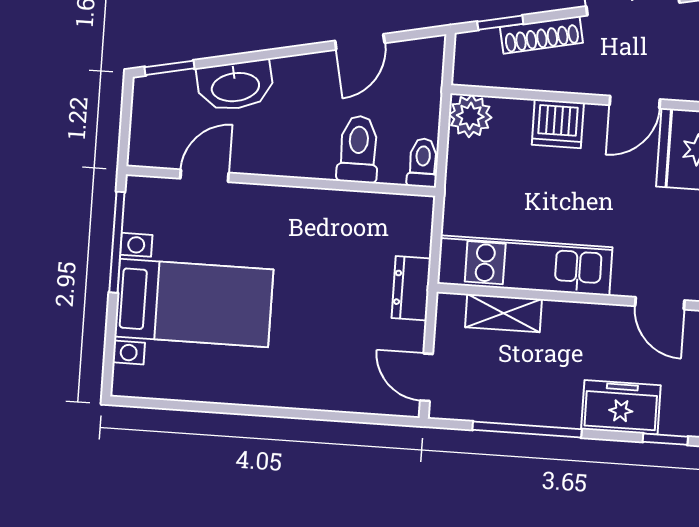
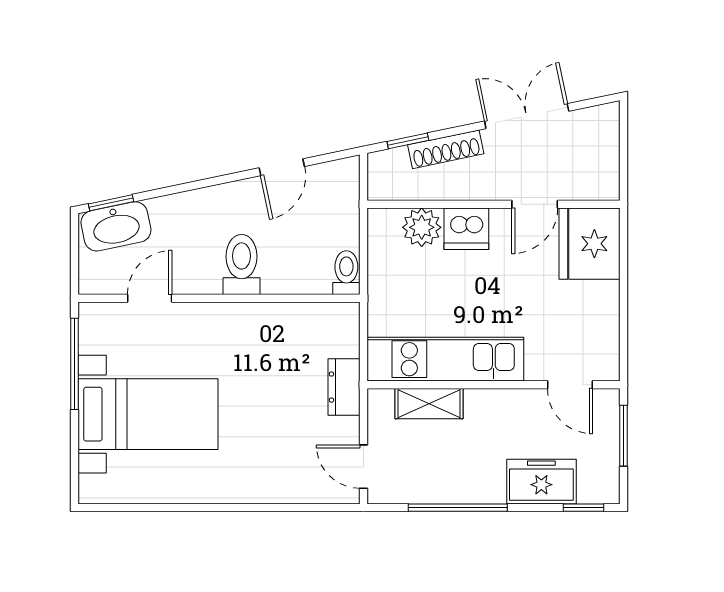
washbasin: (235, 86) -> (116, 226), moved
plant: (470, 116) -> (422, 227), moved
toilet: (358, 149) -> (242, 264), moved

